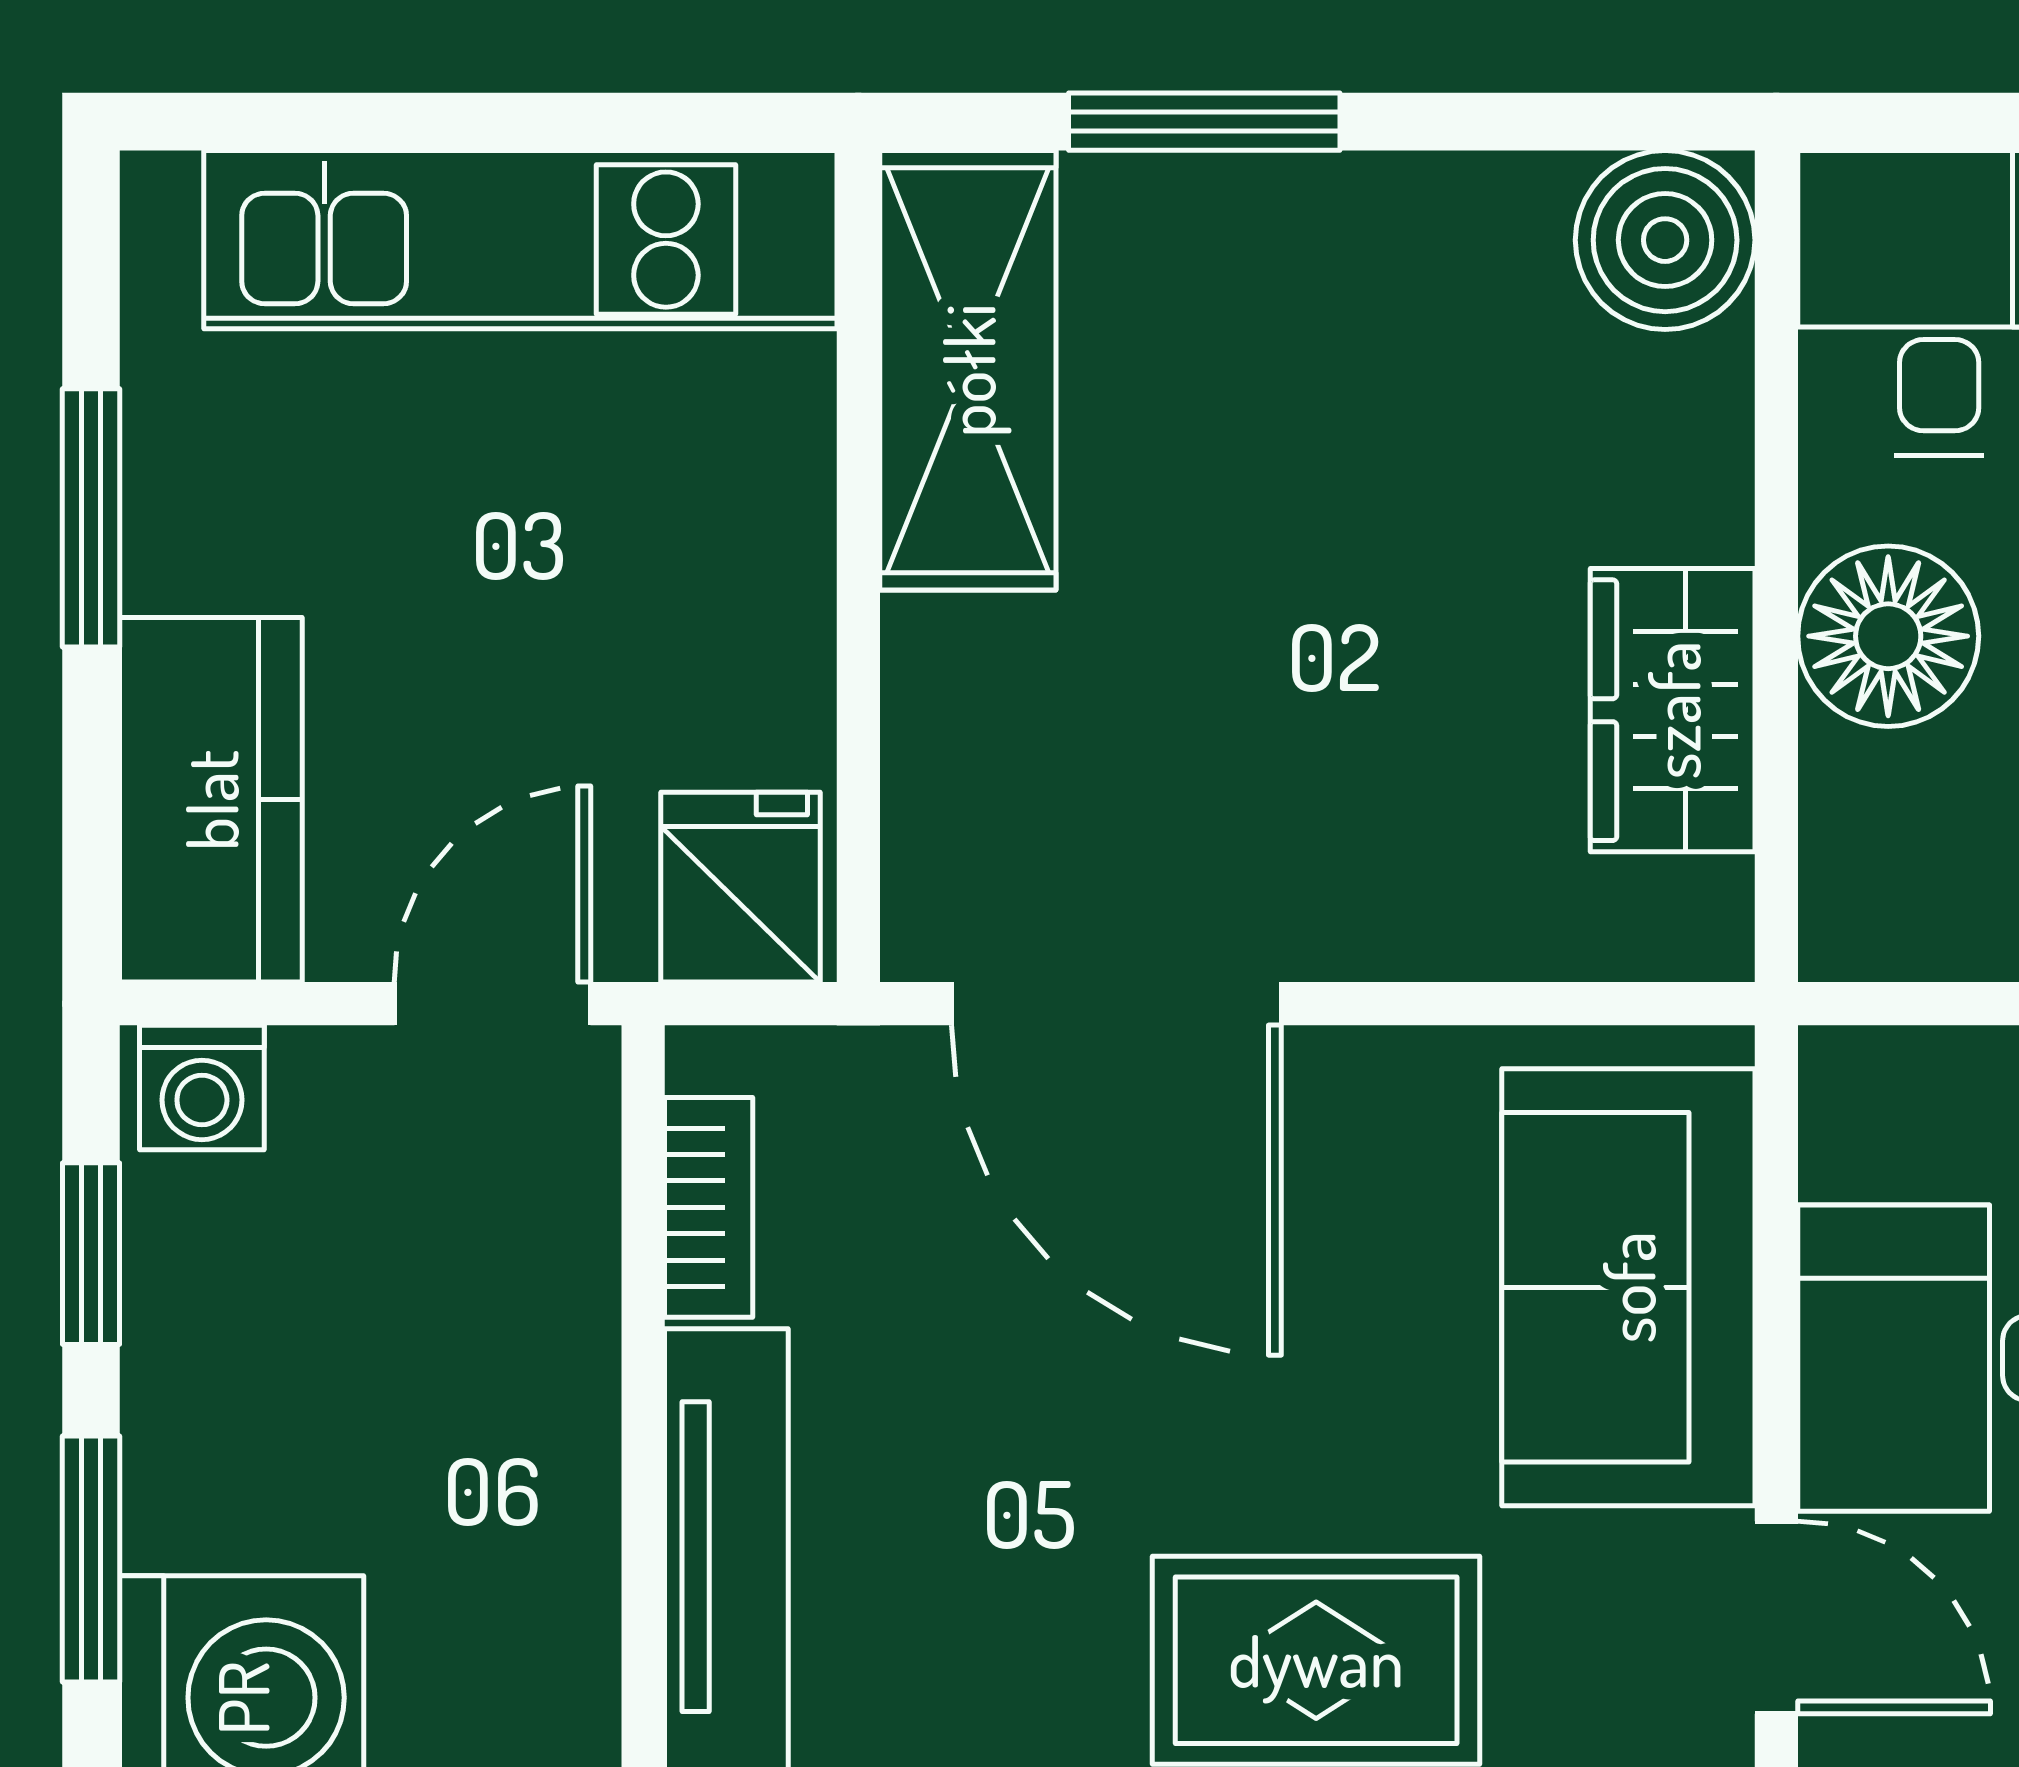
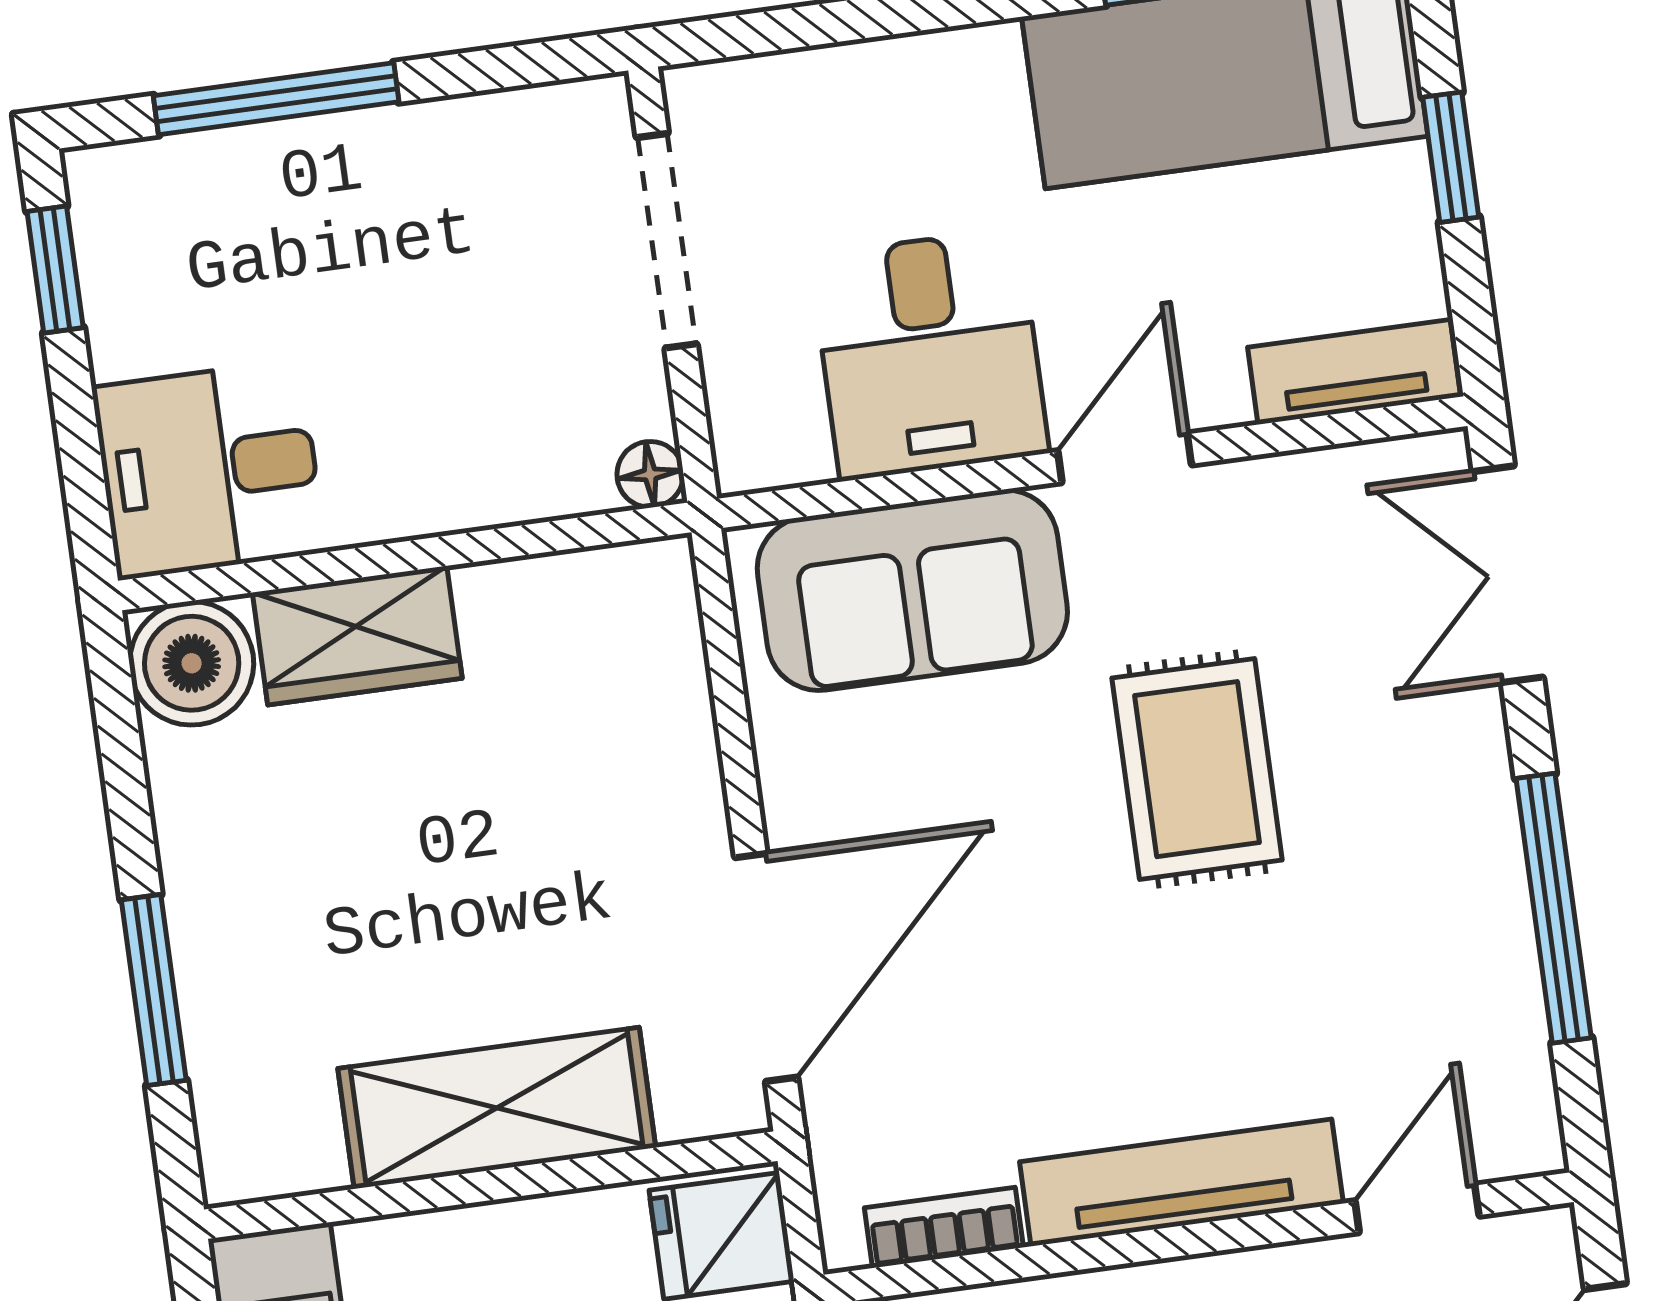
shelving: (968, 370) -> (497, 1108), moved
floor lamp: (1888, 636) -> (650, 474), moved, width x0.53, depth x0.53
wardrobe: (1673, 710) -> (357, 635), moved

